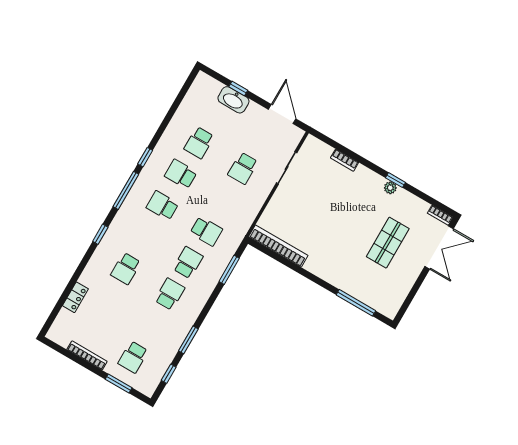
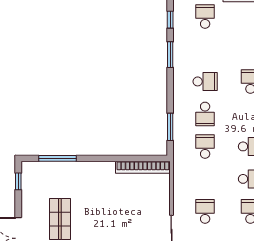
school desk: (206, 231) -> (205, 146), turned 90
school desk: (170, 294) -> (205, 81), turned -90
window: (407, 303) -> (18, 181), added

